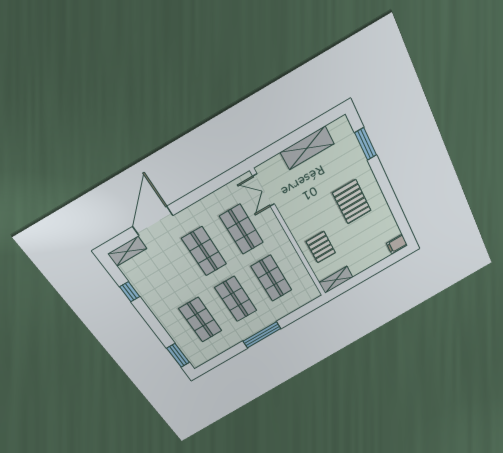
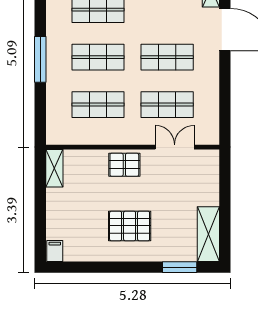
shelving: (307, 148) -> (208, 234), moved
double door: (264, 190) -> (175, 147), moved
pallet: (321, 247) -> (124, 165), moved

